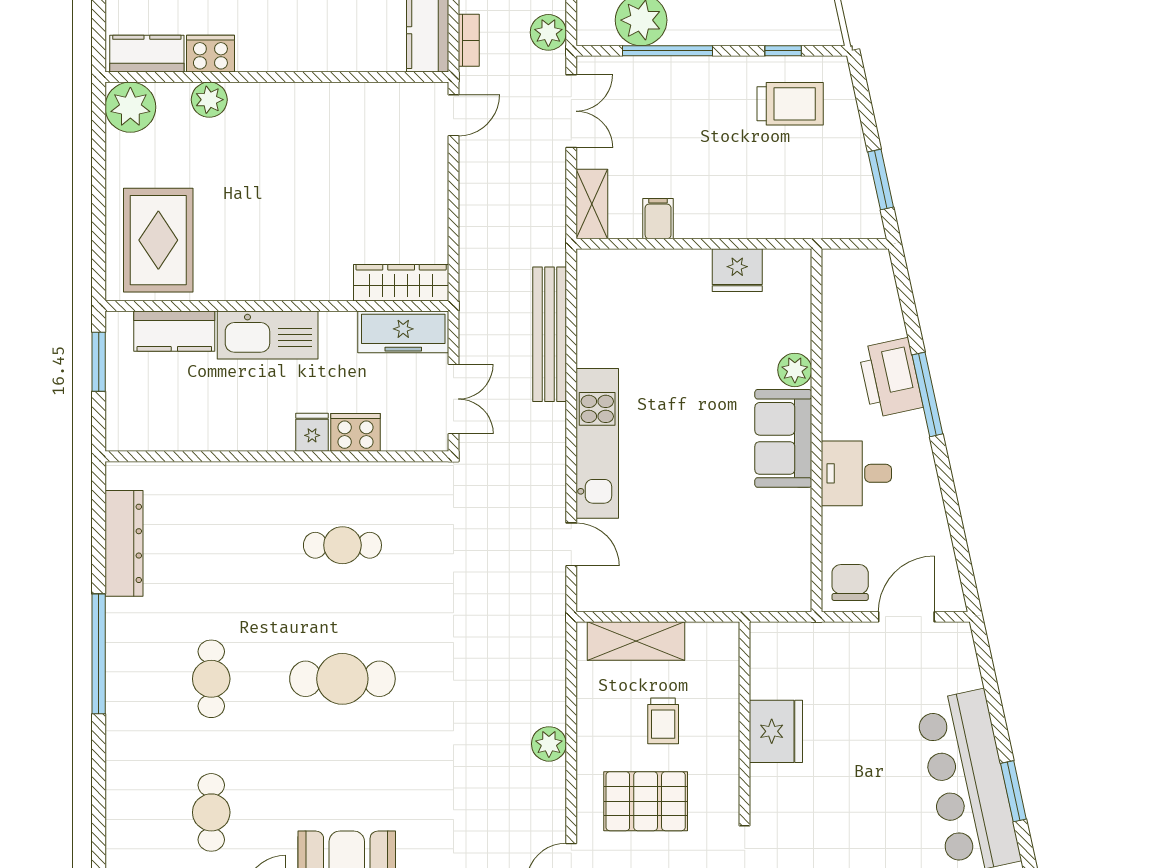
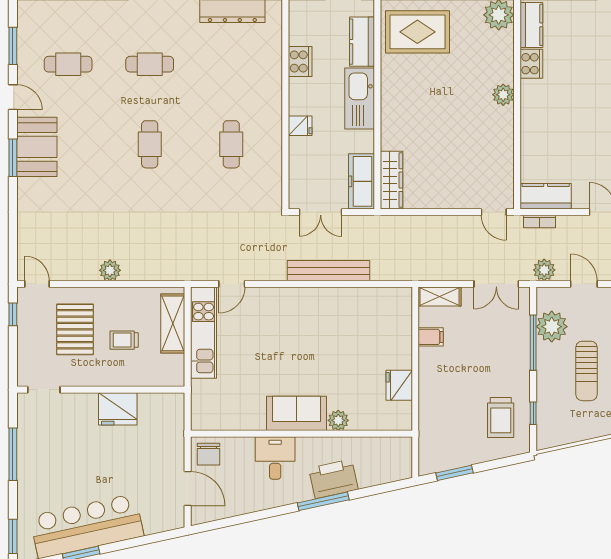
plant: (209, 100) -> (503, 95), moved
bench: (550, 334) -> (329, 271), moved
cooker: (355, 432) -> (300, 62), moved
kitchen unit: (597, 443) -> (204, 333), moved, turned -90
chair: (850, 583) -> (208, 454), turned 90
cafe table: (342, 679) -> (150, 144), width x0.73, depth x0.74

